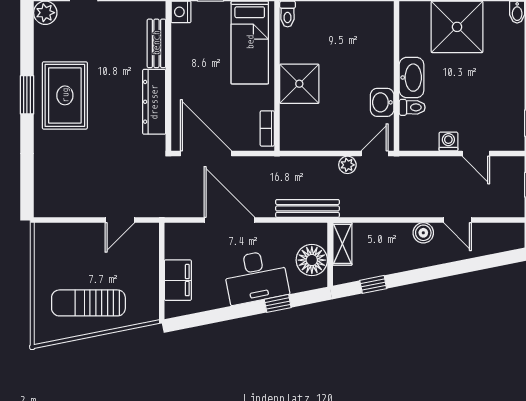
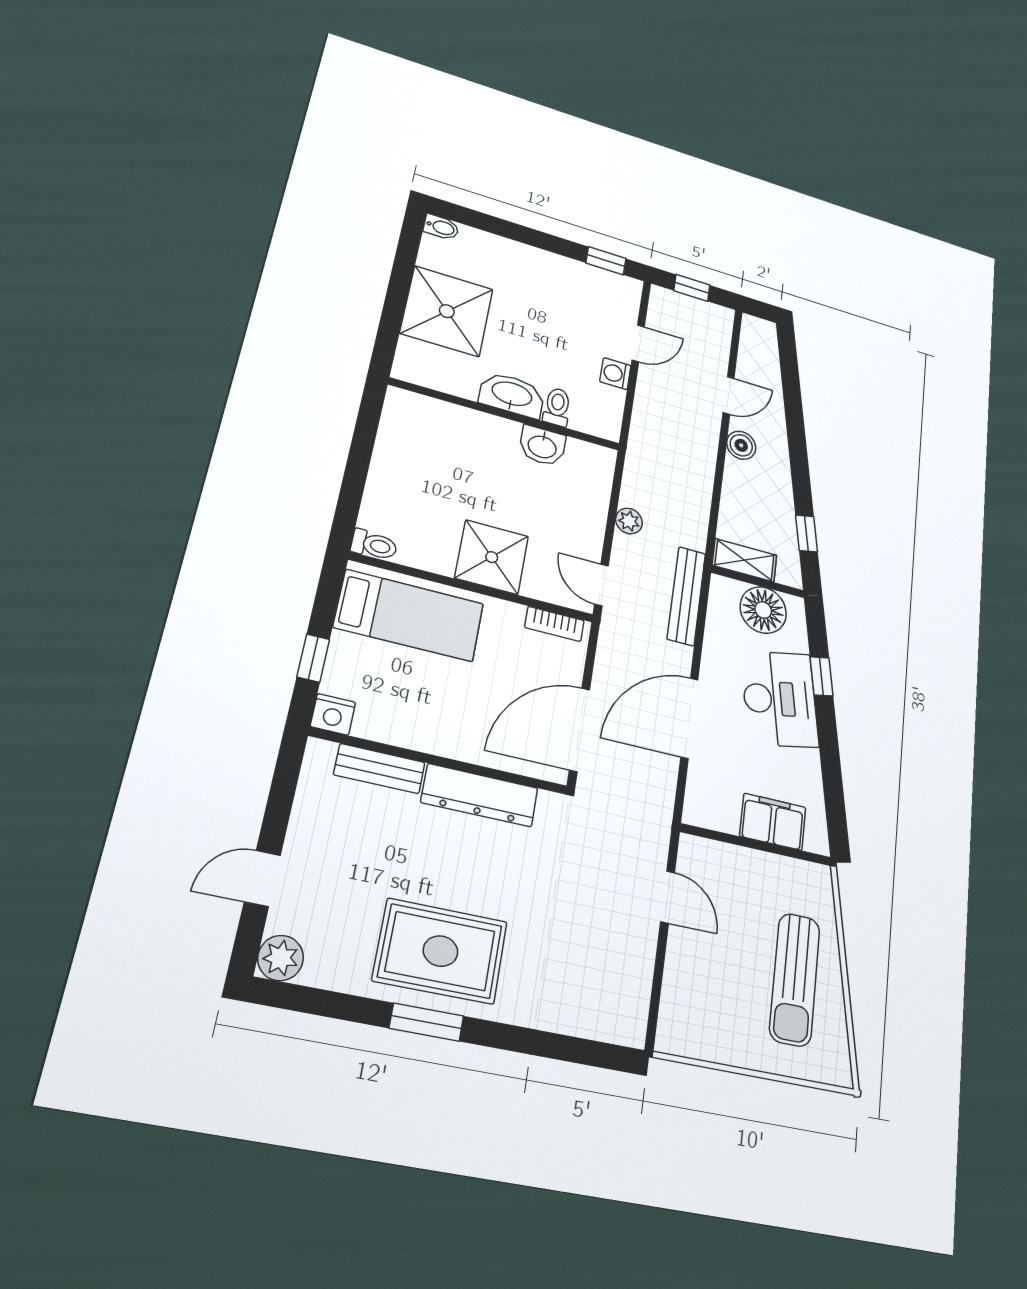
door: (375, 154) -> (601, 585), moved

